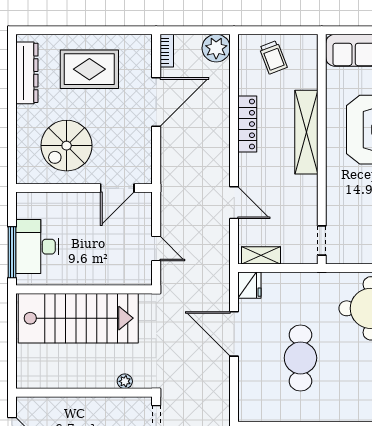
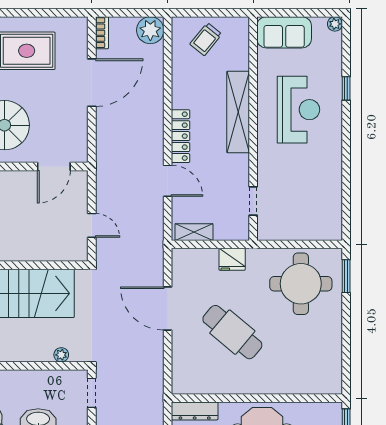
trolley: (273, 57) -> (206, 39), turned 60
locker: (247, 124) -> (181, 136), moved
doorway: (322, 240) -> (253, 201), moved
fridge: (249, 285) -> (232, 259), moved, turned 90
cafe table: (300, 358) -> (232, 332), turned -50

